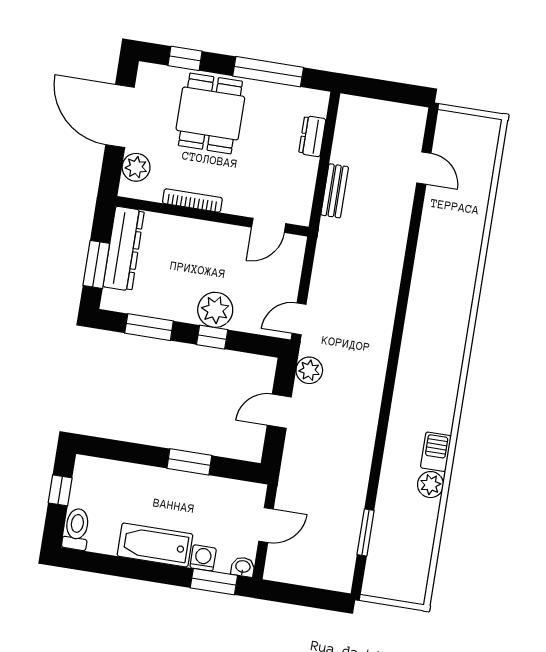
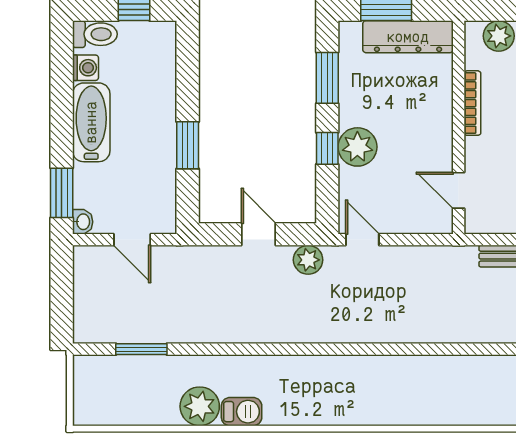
plant: (431, 485) -> (200, 406), width x1.36, depth x1.36
washing machine: (203, 558) -> (85, 68), moved

